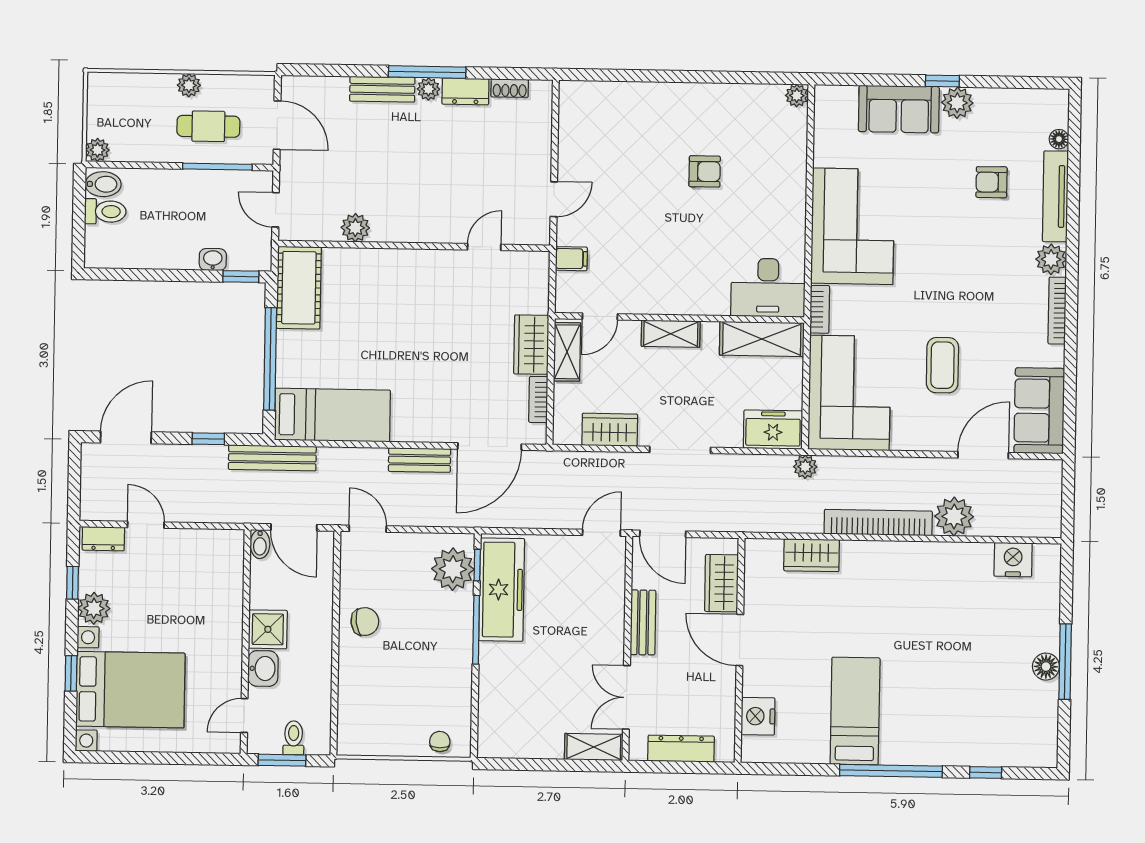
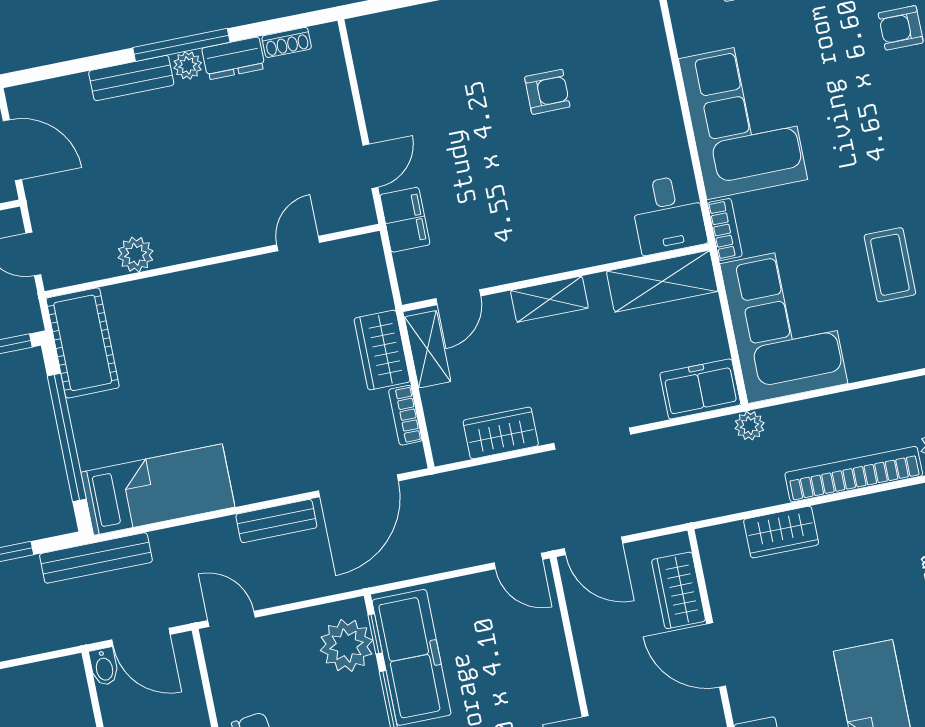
filing cabinet: (571, 259) -> (405, 220), width x2.00
desk: (768, 288) -> (668, 214), width x0.73
door: (601, 533) -> (518, 561), swing flipped
bench: (643, 622) -> (593, 660), removed

